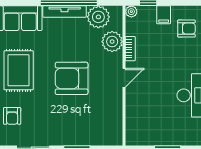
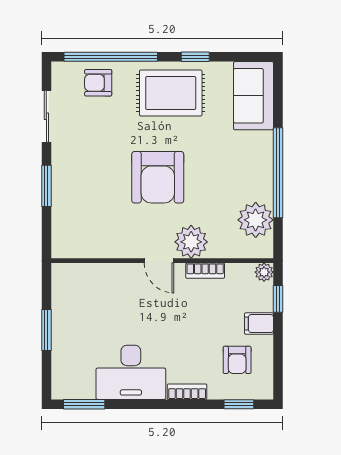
tv unit: (65, 12) -> (264, 166), removed
plant: (112, 42) -> (191, 242), moved
armchair: (72, 78) -> (158, 177), turned 180

